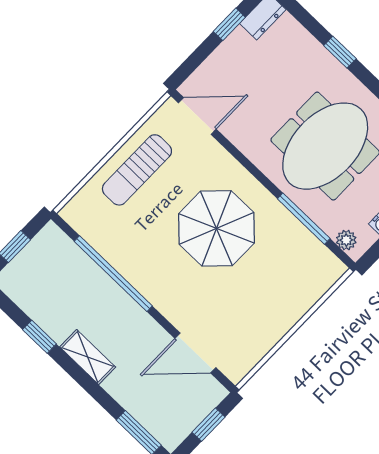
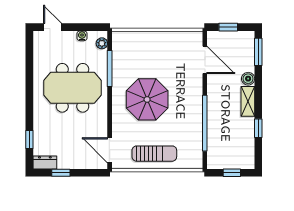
window: (340, 52) -> (29, 140), moved
boiler: (117, 386) -> (248, 79), added

